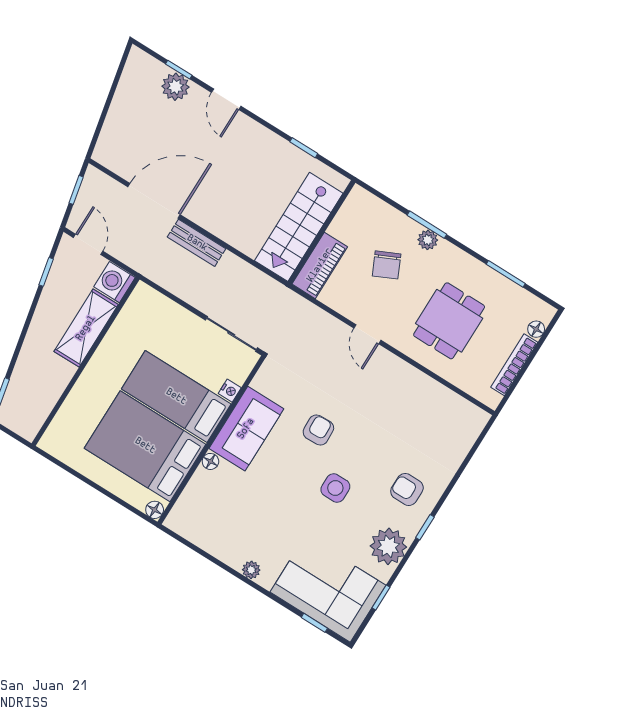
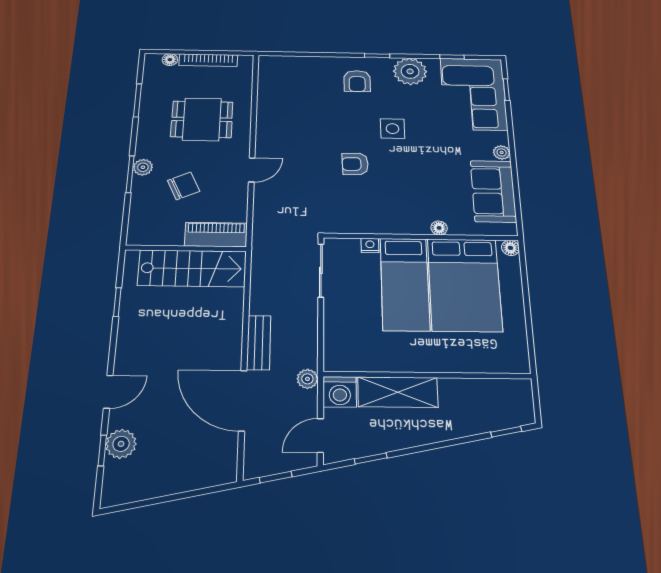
plant: (141, 263) -> (307, 379), added
sofa: (246, 429) -> (493, 191), moved, turned -90

